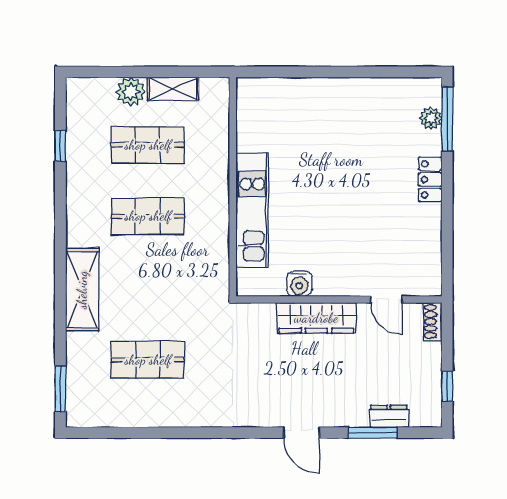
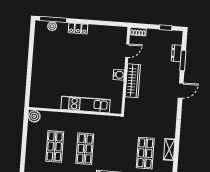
shelving: (173, 89) -> (169, 150), moved
plant: (131, 92) -> (34, 116), moved
water cooler: (299, 284) -> (119, 75), moved

